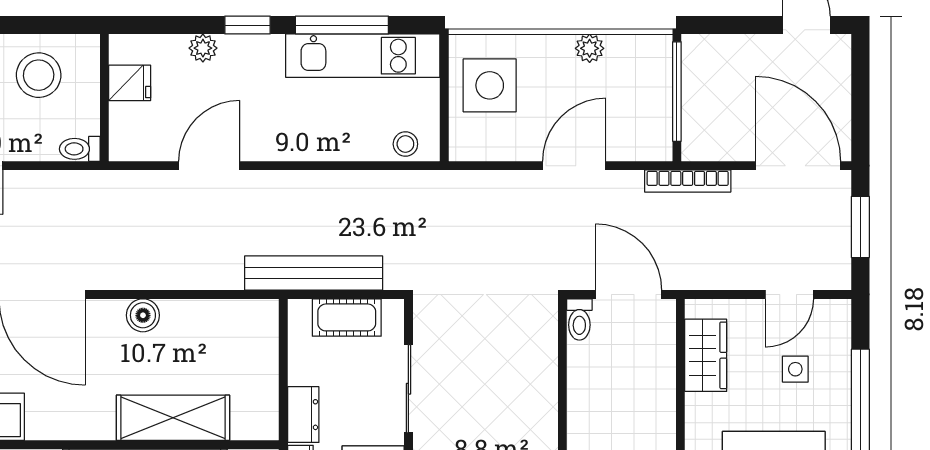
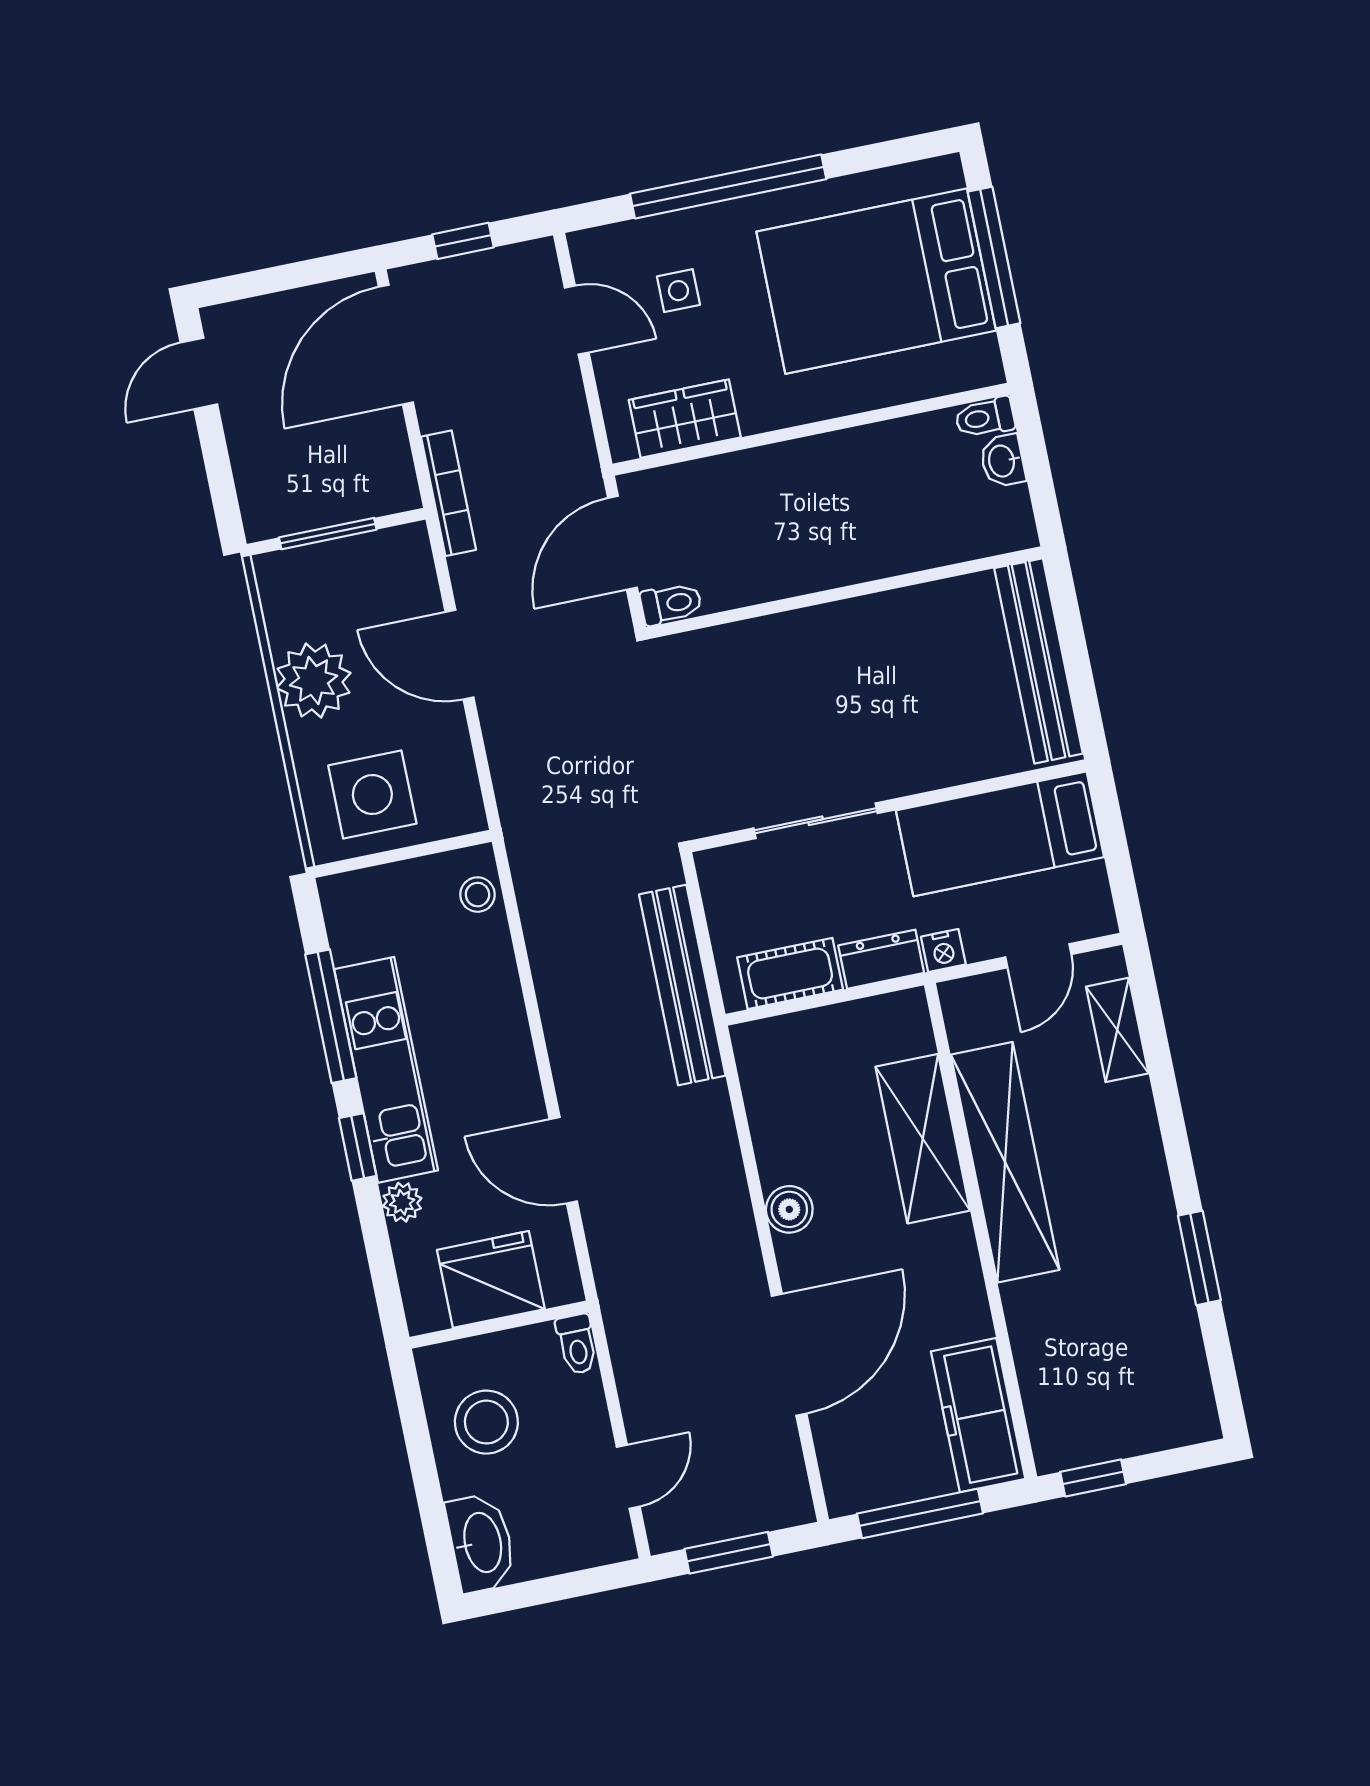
plant: (590, 48) -> (314, 681), width x1.87, depth x1.87
kitchen unit: (363, 56) -> (386, 1070), moved
fridge: (130, 83) -> (491, 1279), width x1.88, depth x1.34
window: (677, 92) -> (328, 534), width x0.69
window: (860, 227) -> (463, 241), width x0.67
cot: (347, 317) -> (790, 973), moved, turned 90

